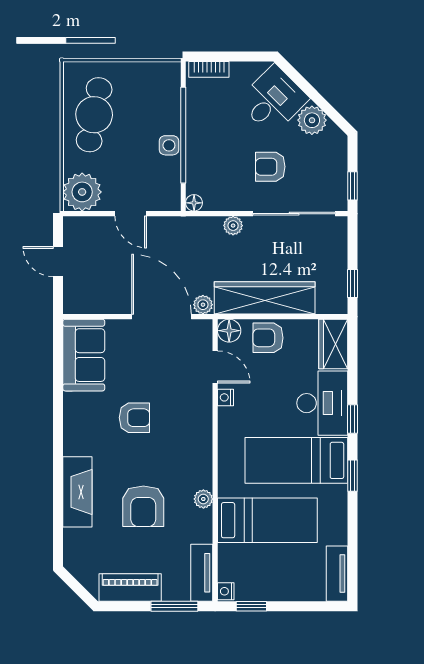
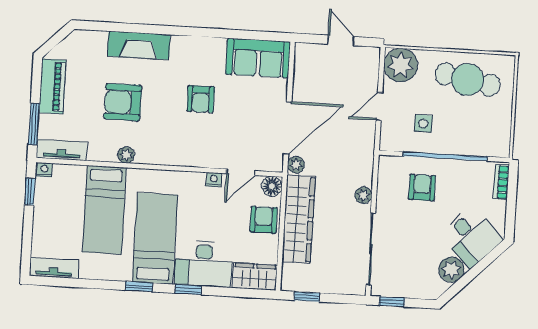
side table: (169, 145) -> (423, 123), moved
armchair: (270, 167) -> (422, 187), moved
floor lamp: (194, 203) -> (385, 162), removed
door: (58, 262) -> (341, 40), hinge flipped

